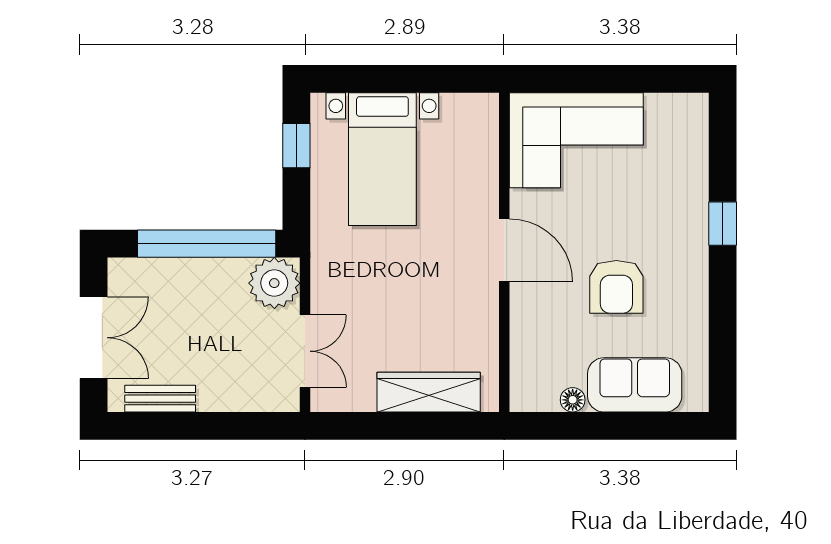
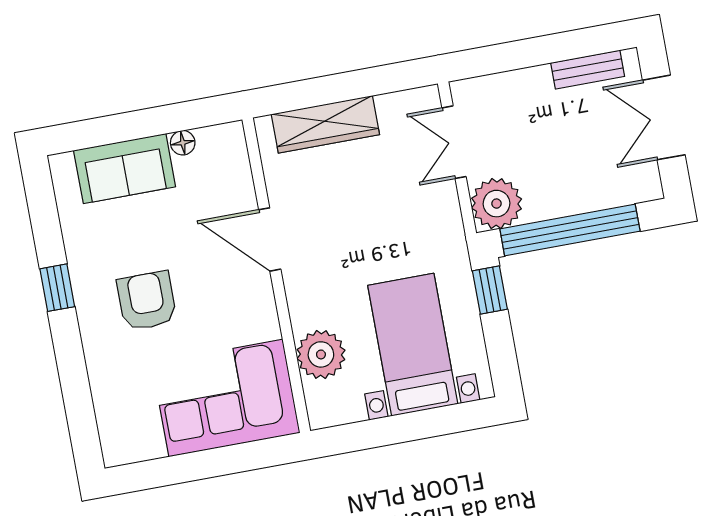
window: (296, 146) -> (490, 290), moved
plant: (475, 166) -> (321, 354), added
window: (723, 224) -> (57, 288), moved
door: (504, 250) -> (270, 239), moved
armchair: (616, 287) -> (147, 301), moved

